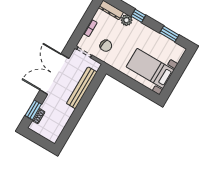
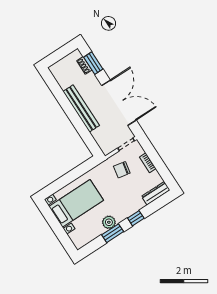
plant: (127, 20) -> (109, 222), moved
window: (169, 34) -> (113, 233), moved
bench: (82, 88) -> (81, 108), moved

